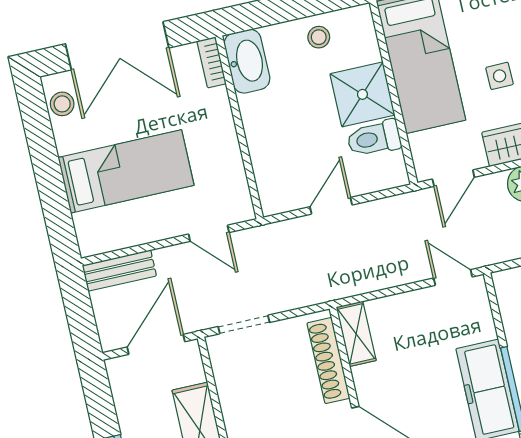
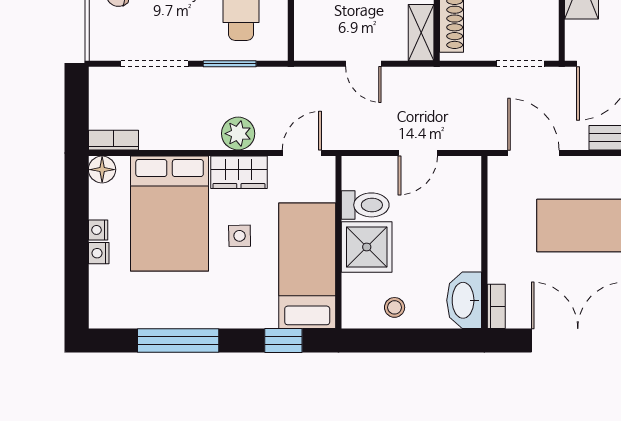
door: (209, 233) -> (533, 153), width x1.38
door: (453, 277) -> (363, 64), moved

